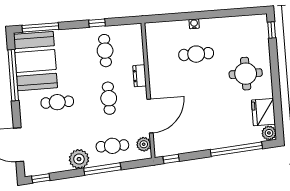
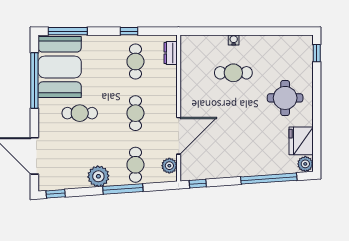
dresser: (140, 76) -> (171, 53), moved
cafe table: (112, 146) -> (135, 165), turned 90

